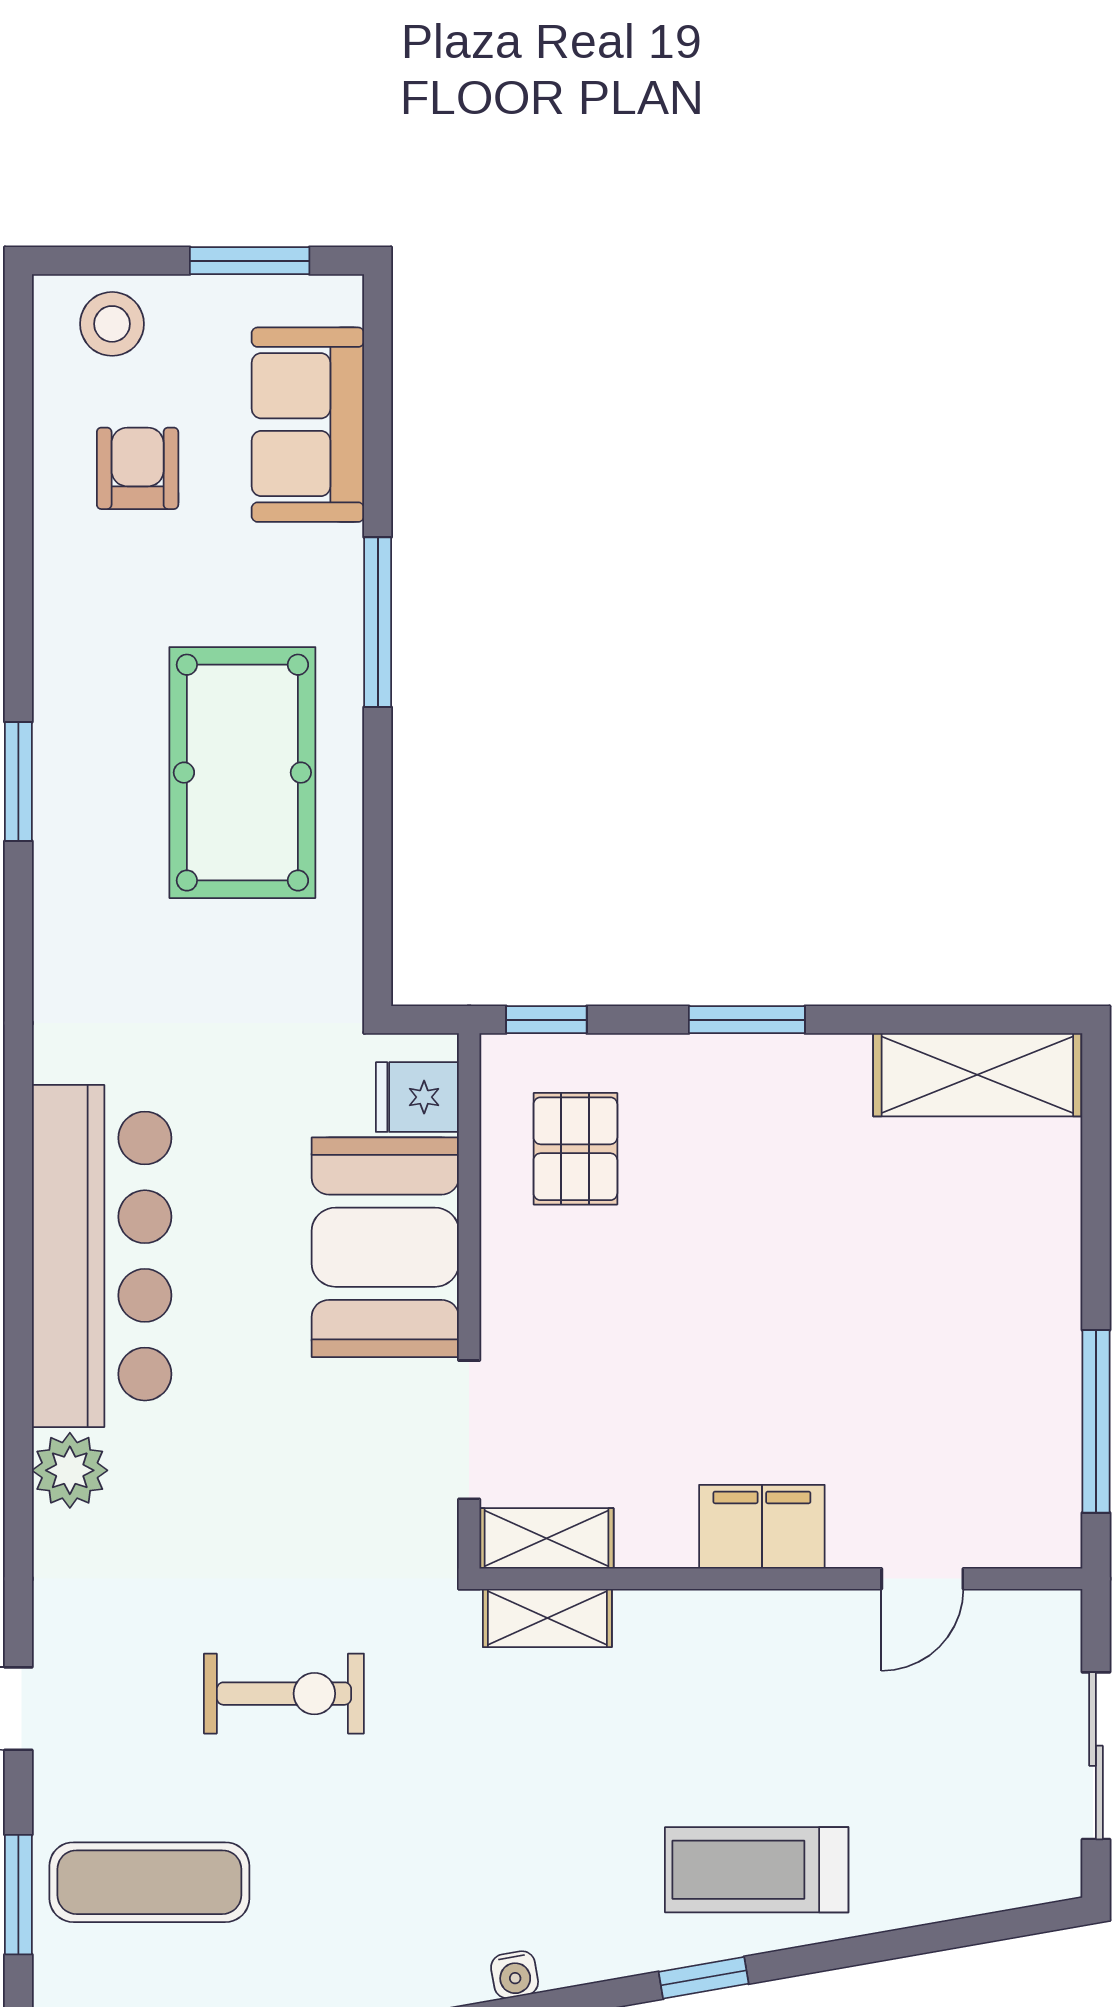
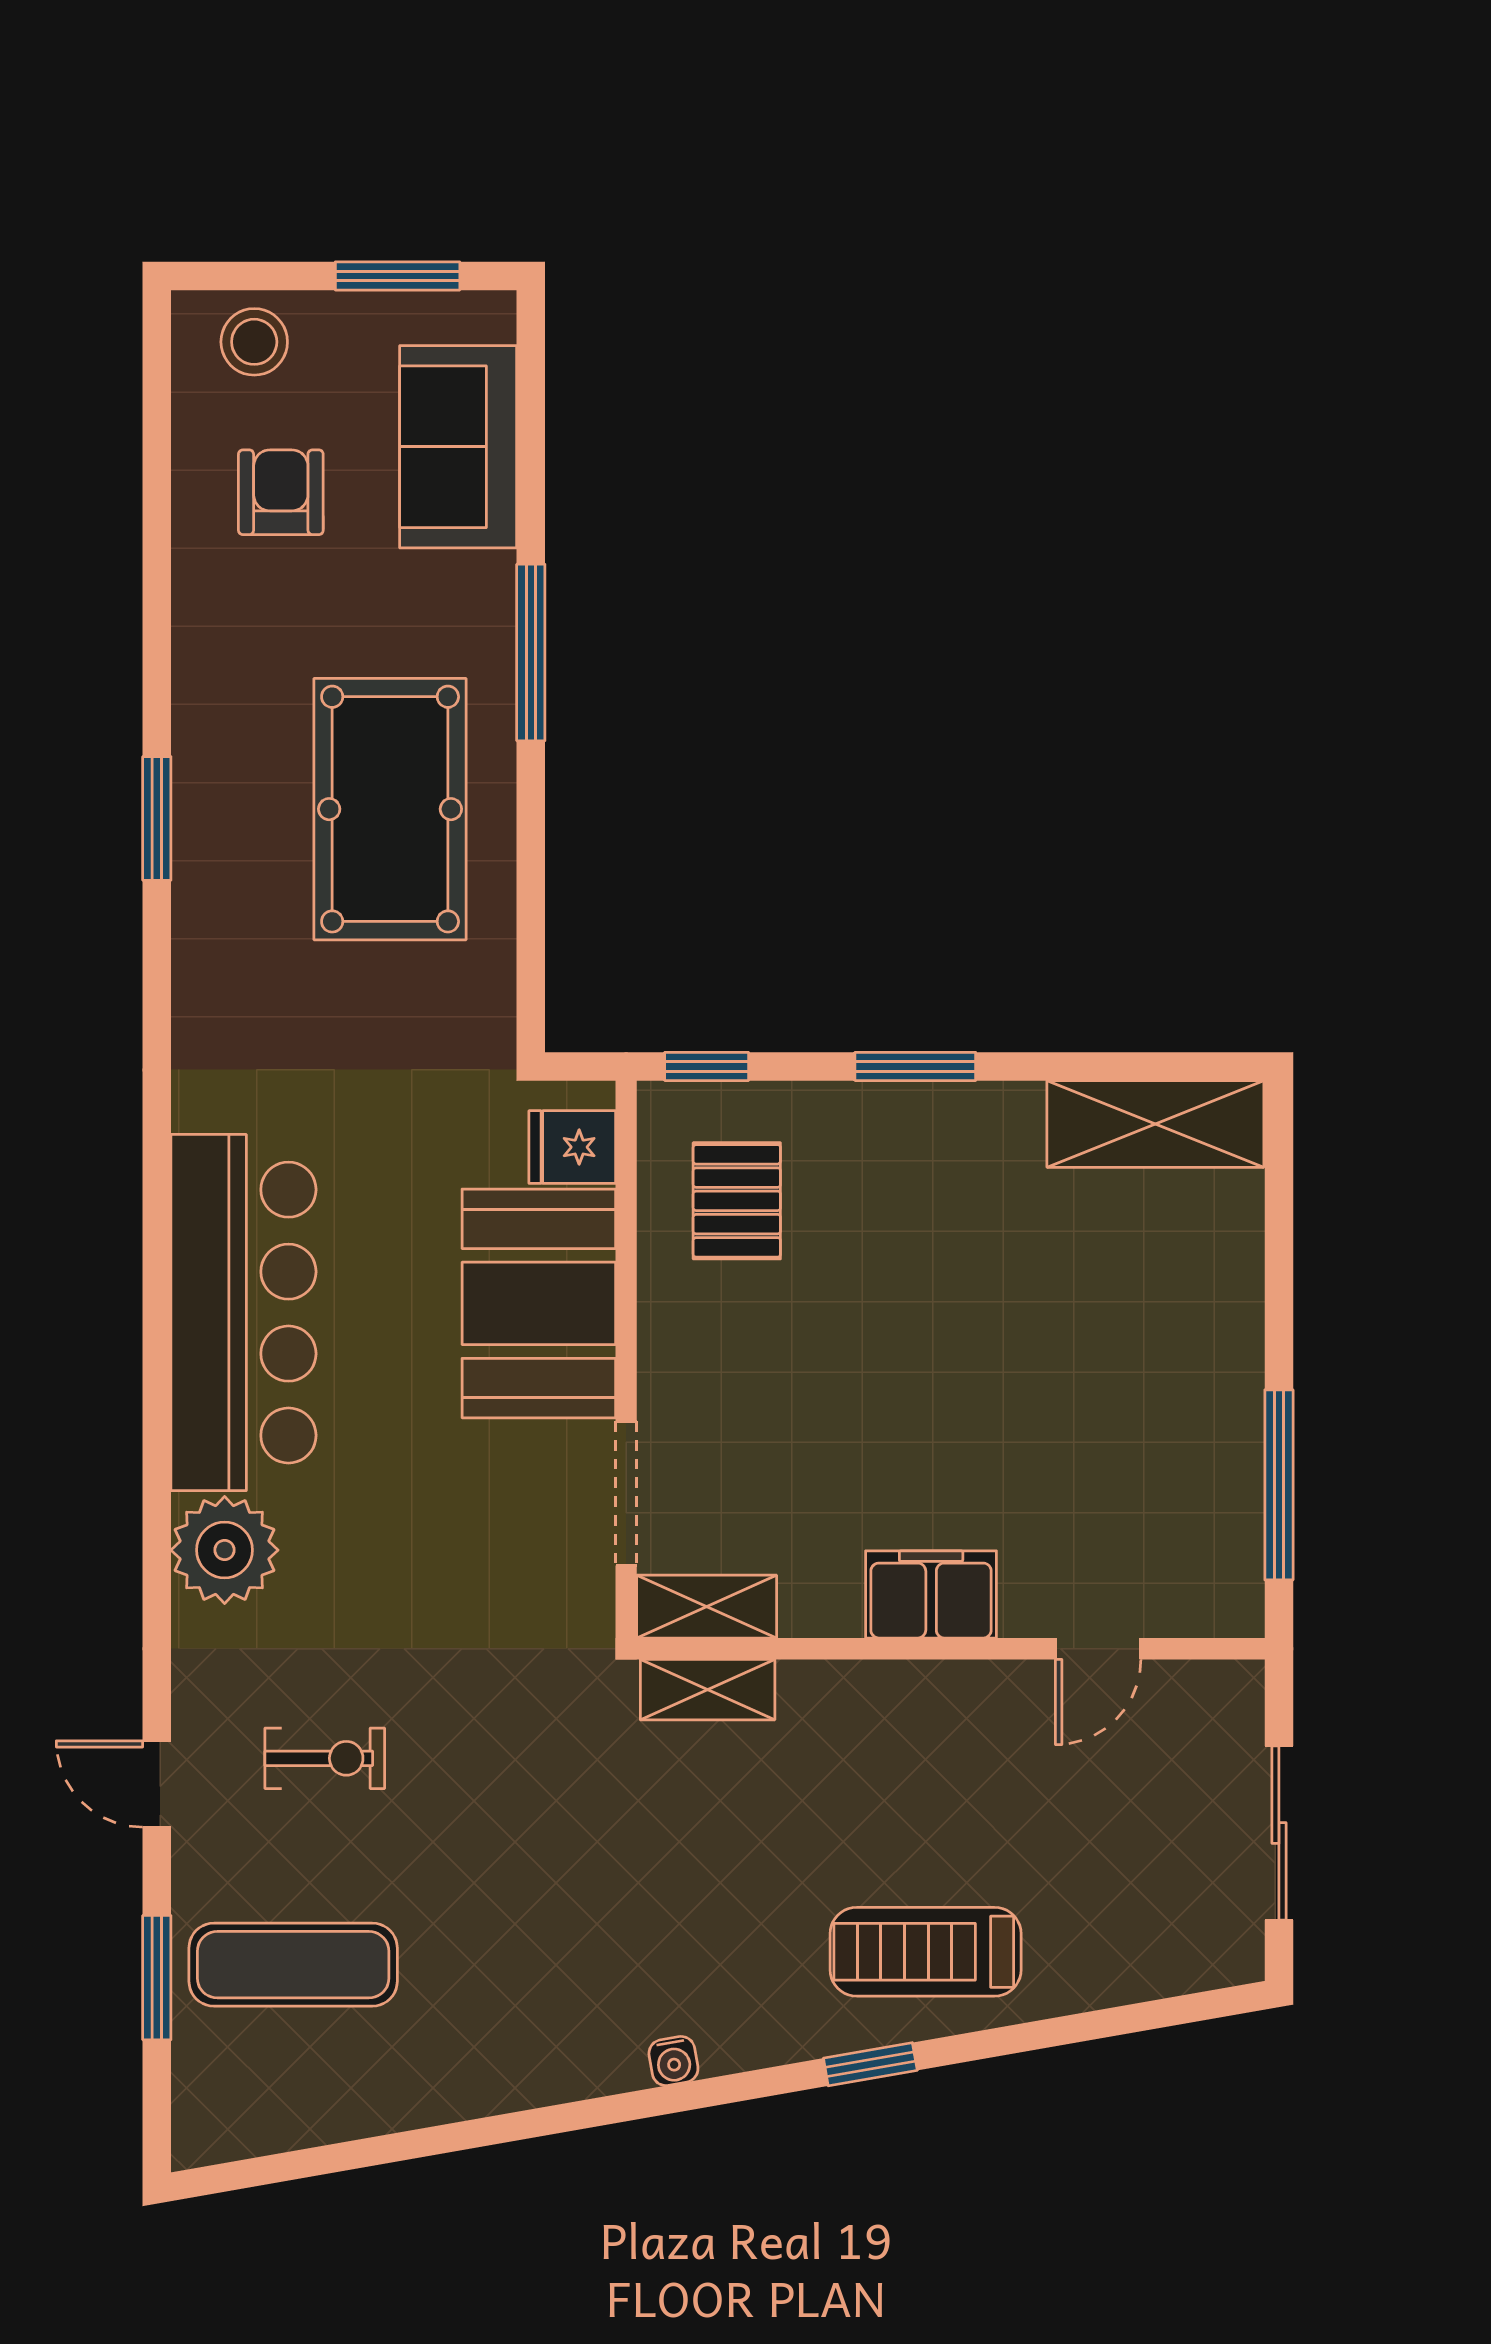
plant: (70, 1470) -> (225, 1550), width x1.36, depth x1.36
exercise bike: (284, 1694) -> (325, 1758), moved, width x0.73, depth x0.72

